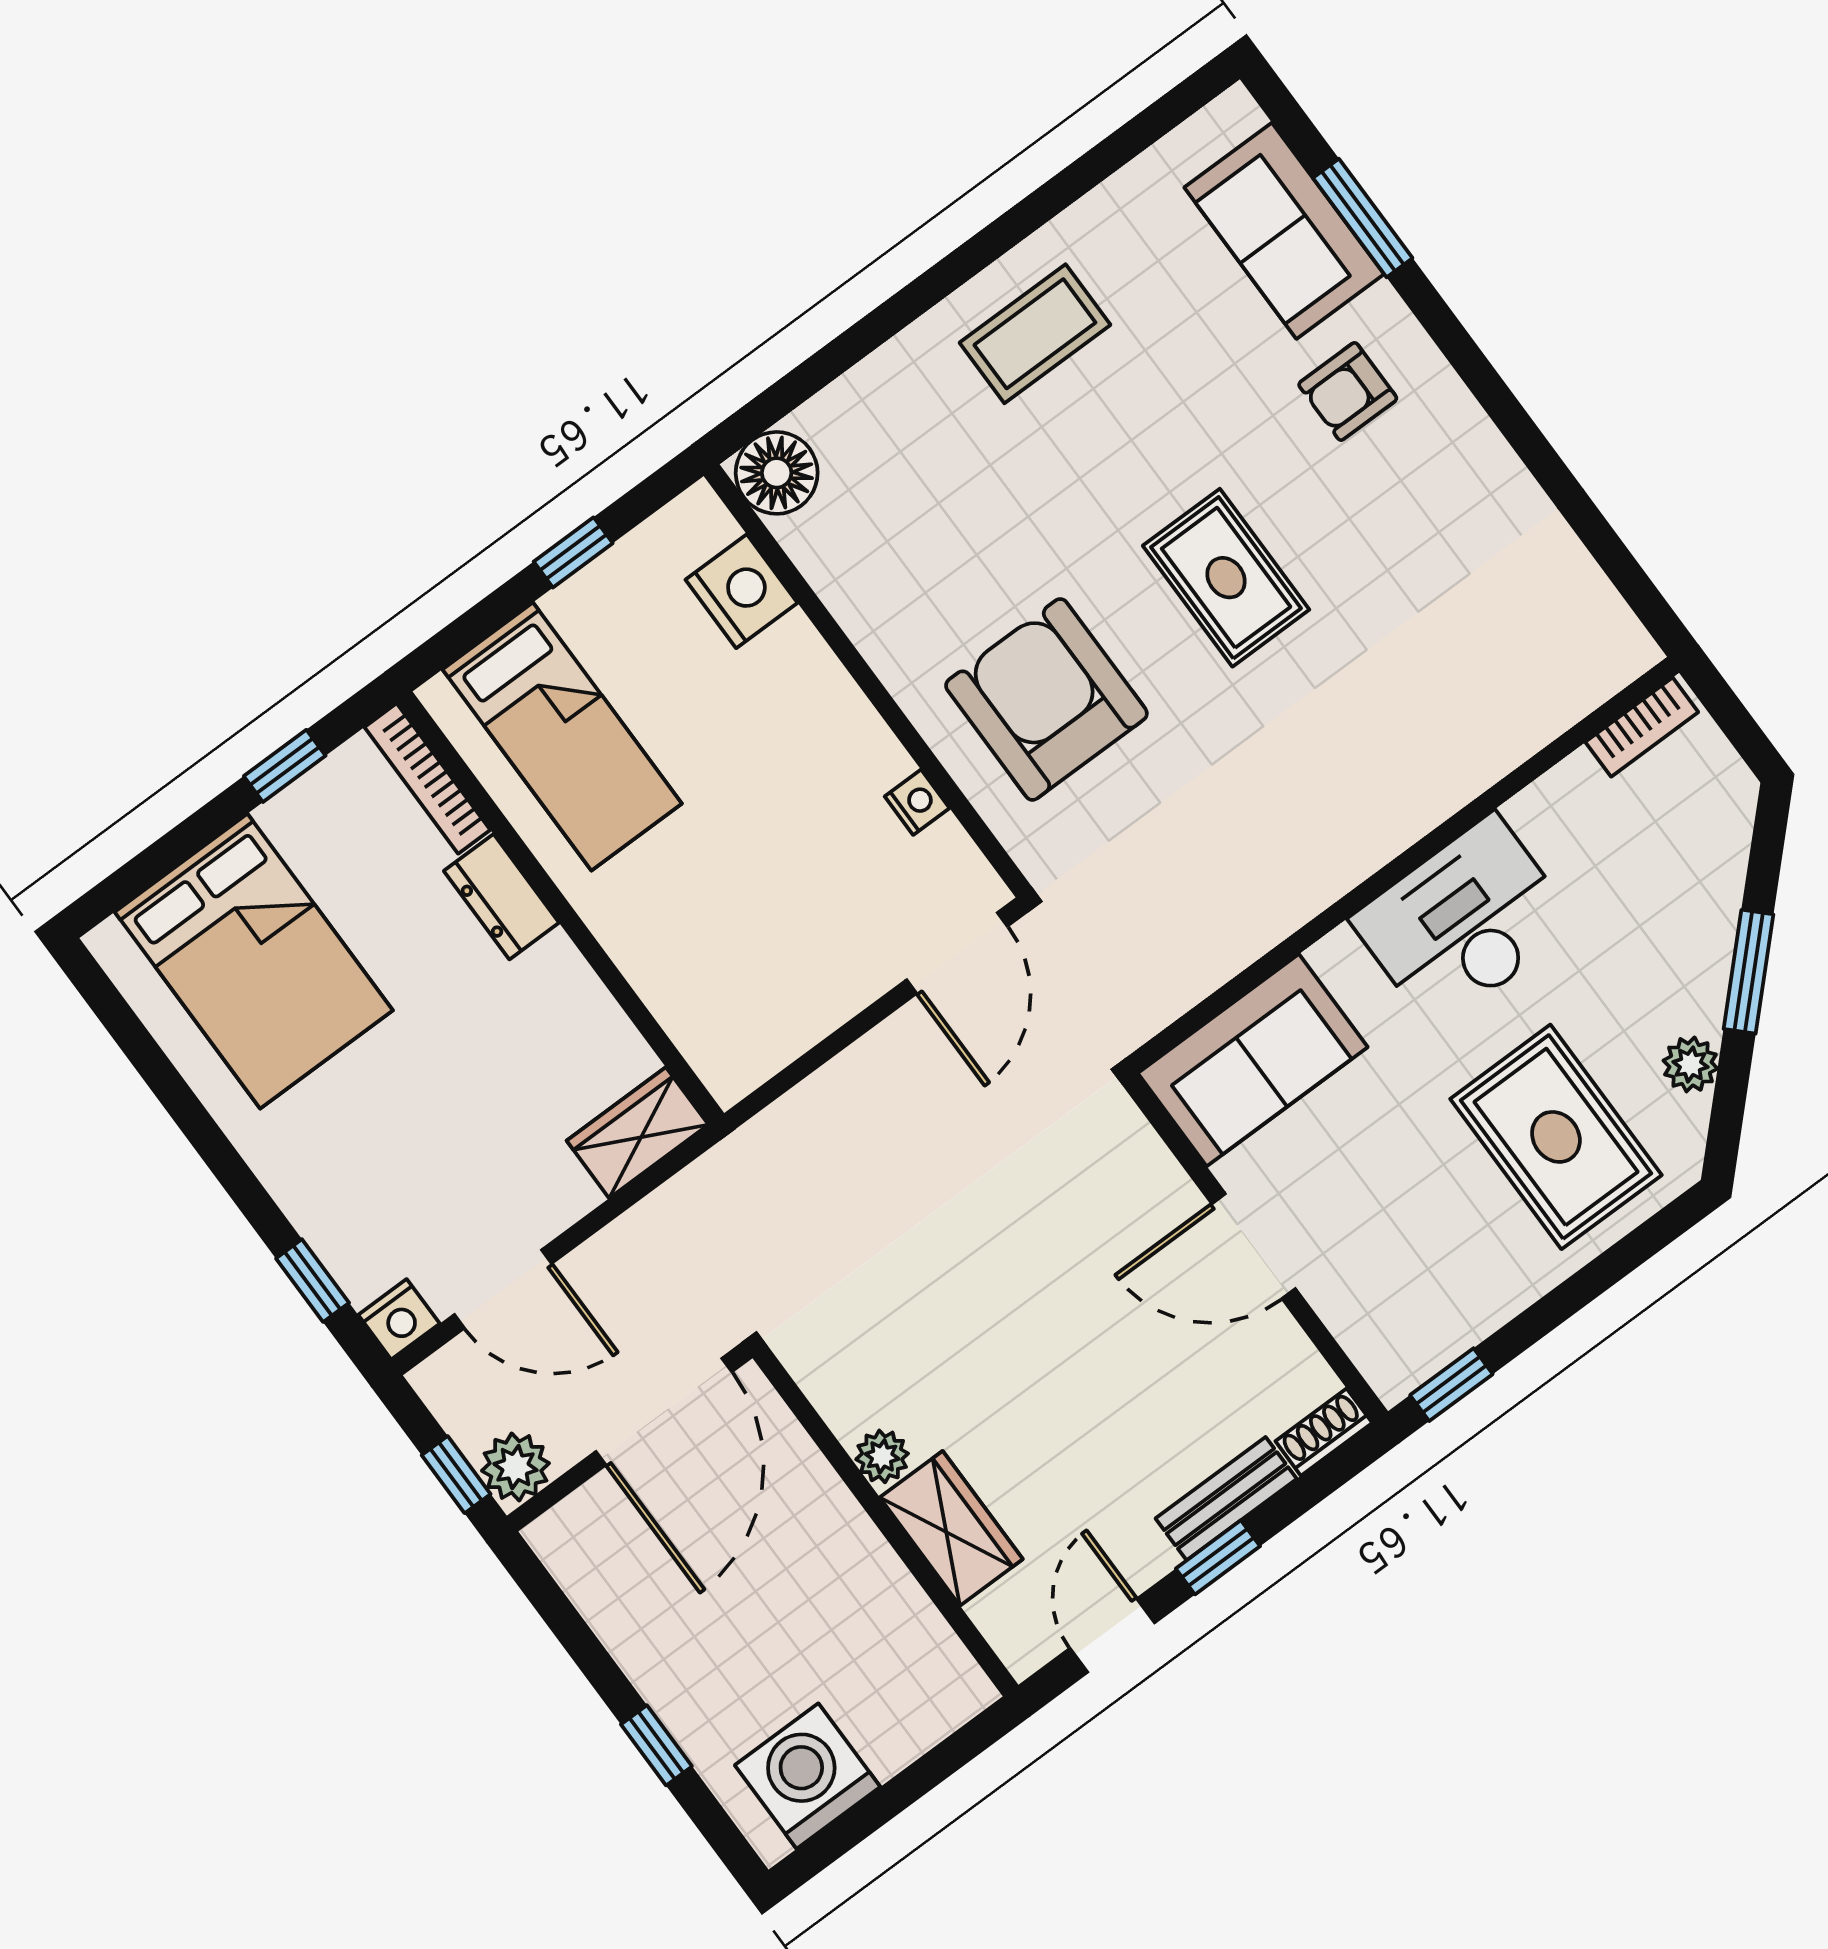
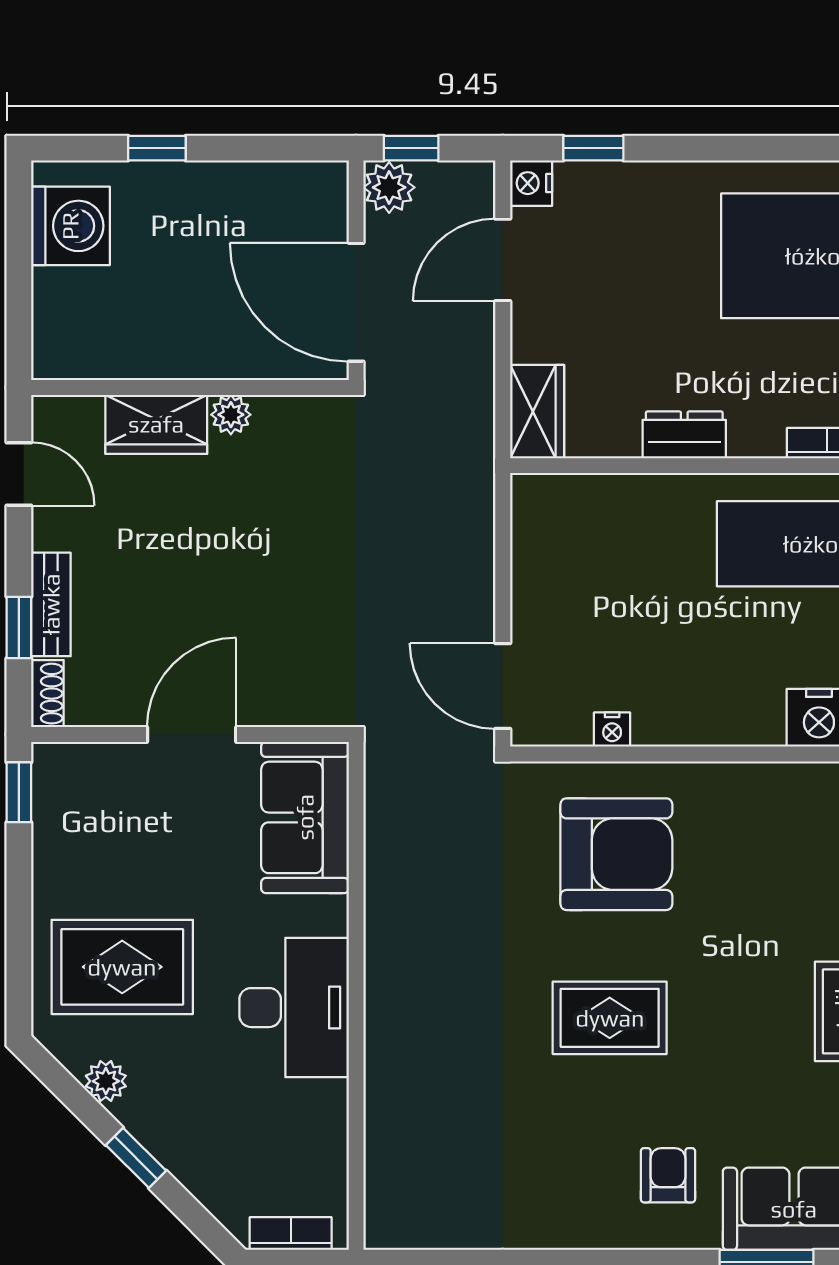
bookcase: (1642, 727) -> (291, 1234), moved, turned 90
dresser: (501, 897) -> (684, 435), moved
window: (1749, 972) -> (136, 1158), width x0.67
window: (1218, 1557) -> (19, 627), moved

